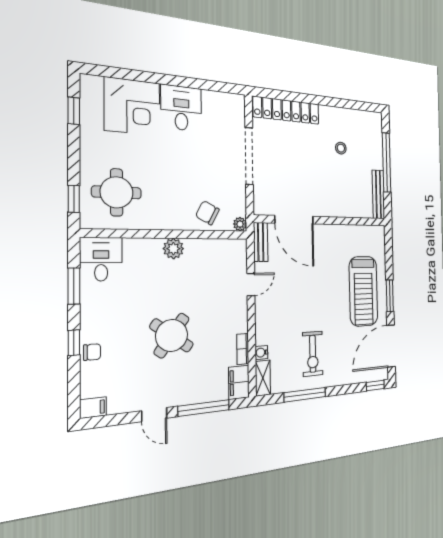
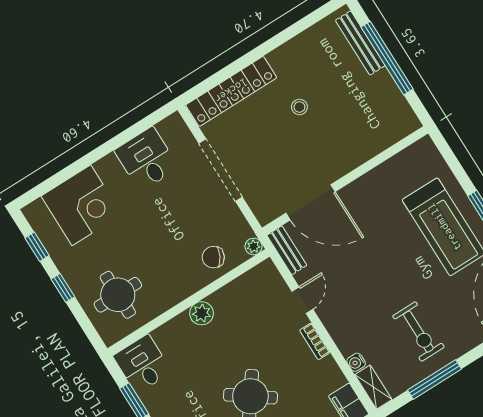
desk: (181, 108) -> (146, 159), moved
stool: (341, 148) -> (299, 107), moved
bench: (378, 194) -> (360, 43), moved
window: (74, 199) -> (63, 288), moved
bookcase: (243, 349) -> (315, 341), moved

